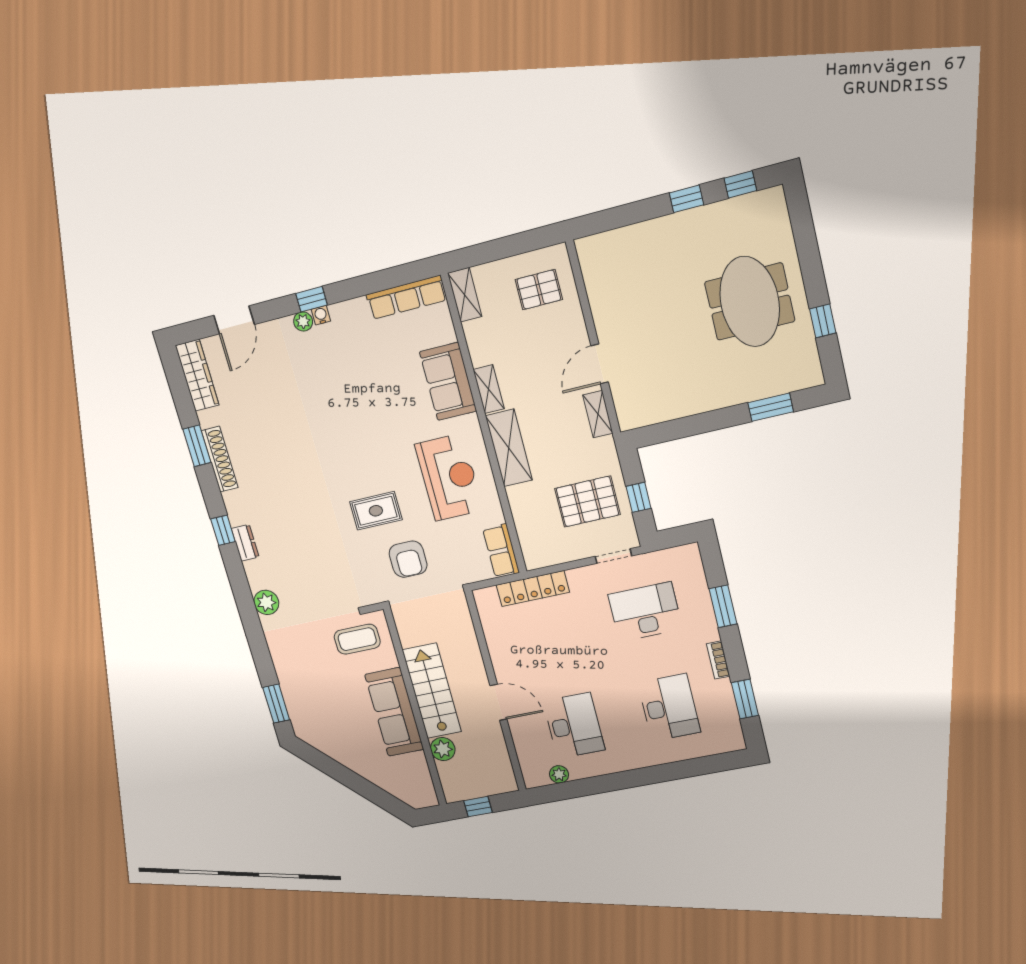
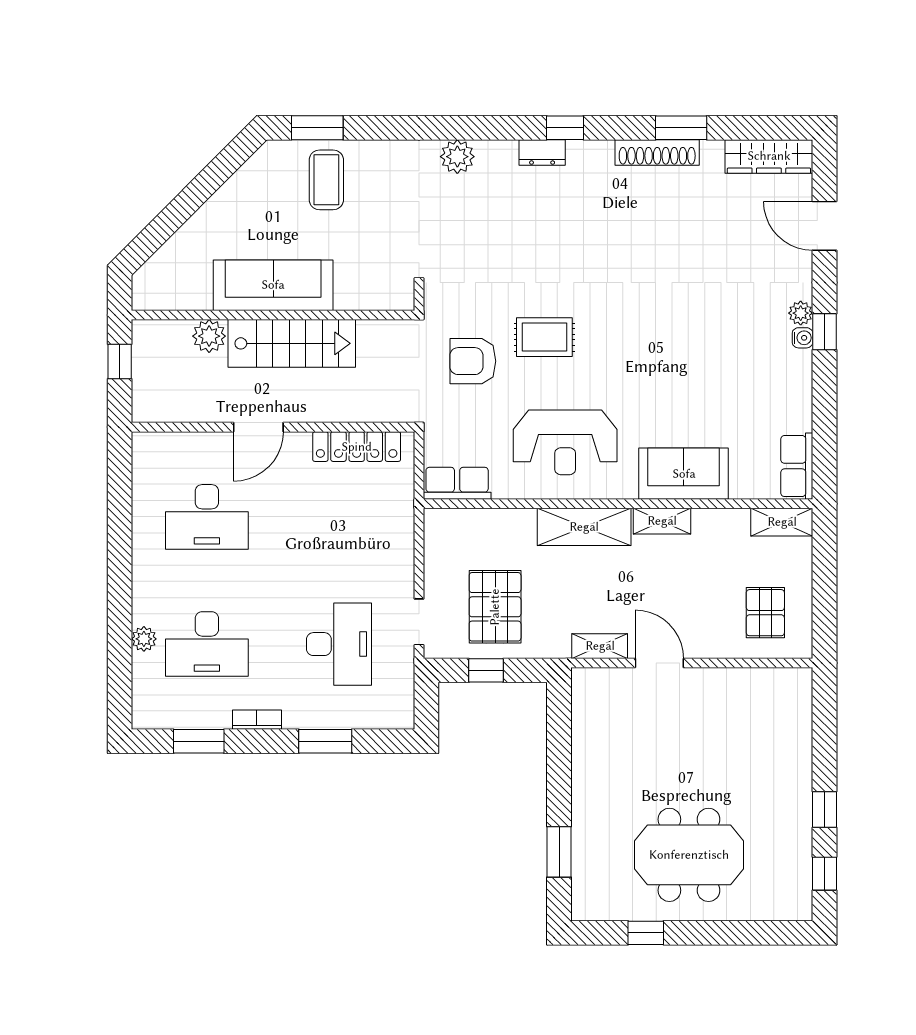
row of seats: (406, 297) -> (797, 466), width x0.68
rug: (376, 511) -> (544, 337), turned 90
locker: (533, 589) -> (357, 447), moved, turned -90
coffee table: (357, 639) -> (326, 180), moved
plant: (559, 774) -> (144, 639), moved

